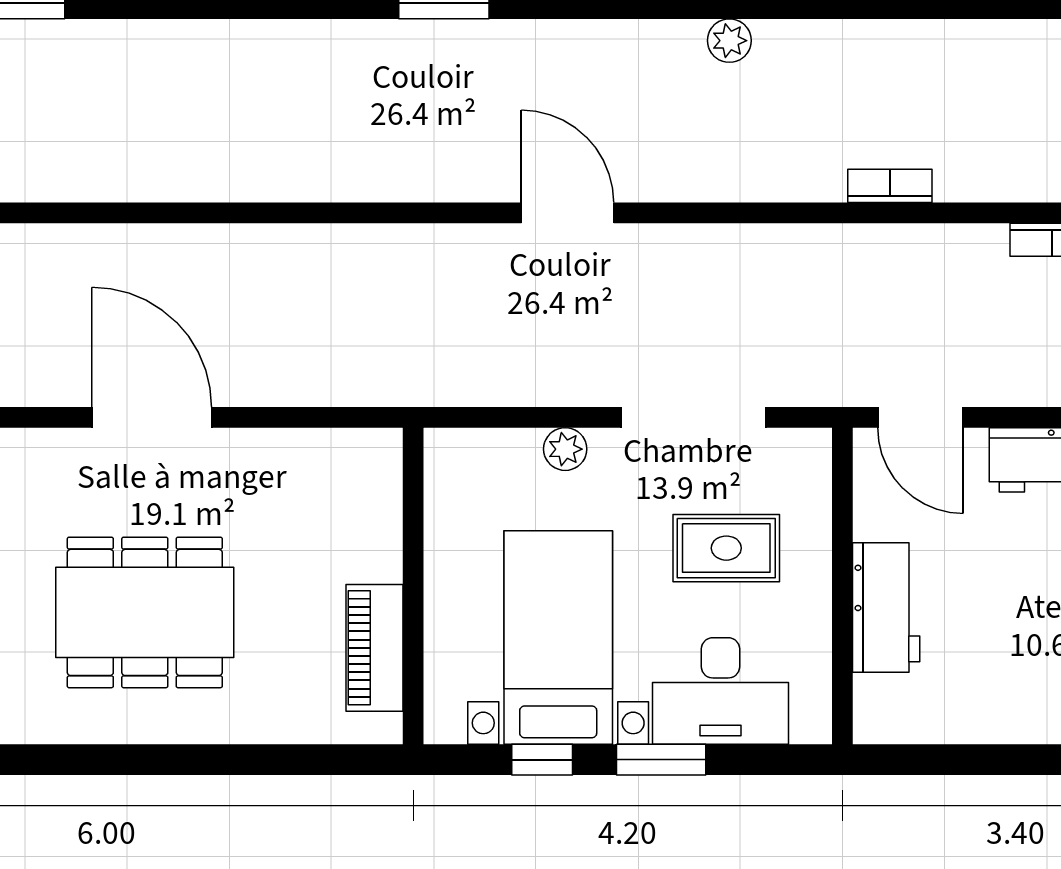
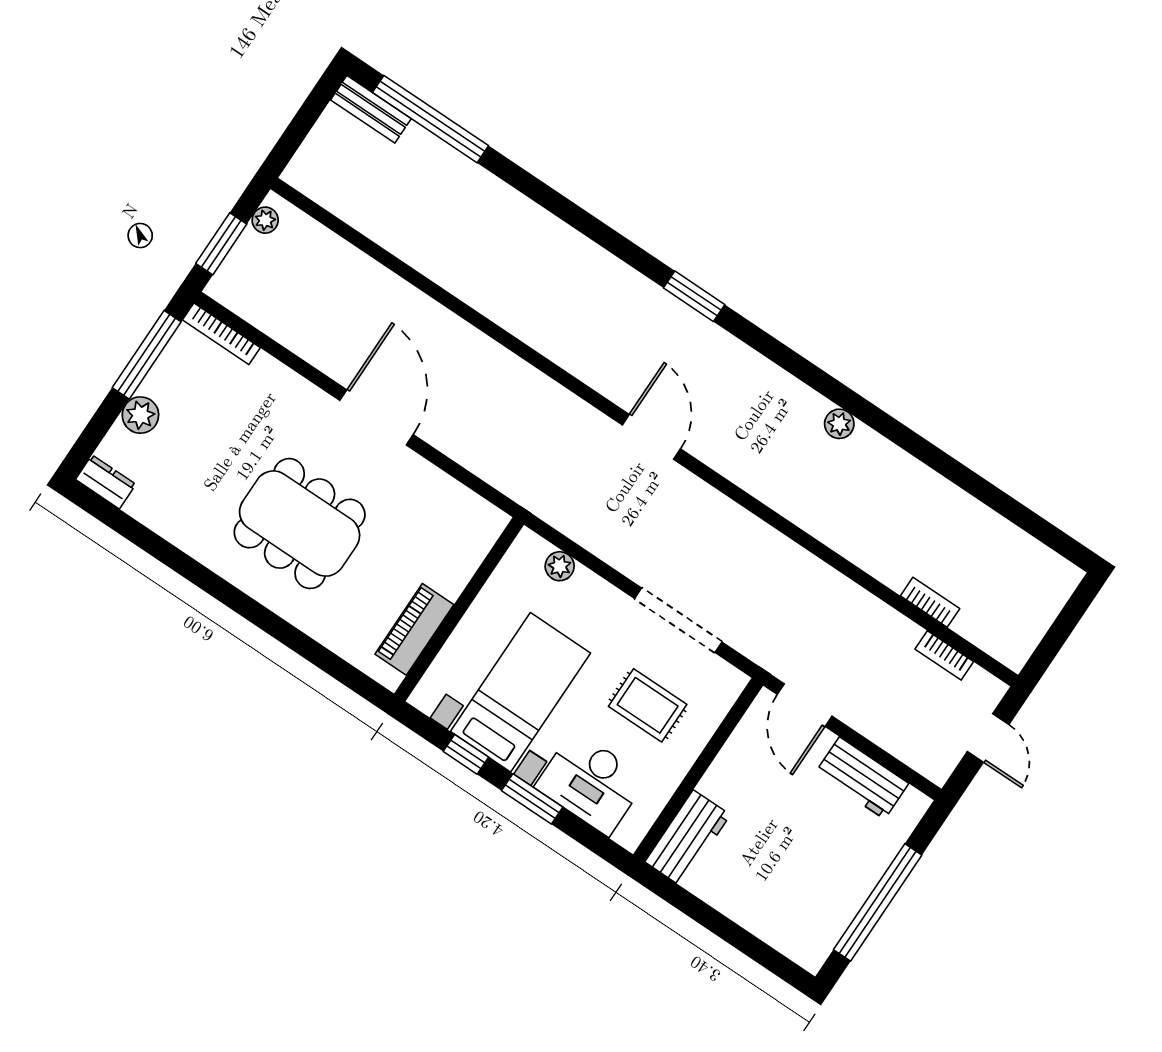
bookcase: (890, 186) -> (930, 602), moved
door: (568, 213) -> (651, 437), moved
plant: (565, 449) -> (560, 566), moved
workbench: (886, 607) -> (688, 838), moved

